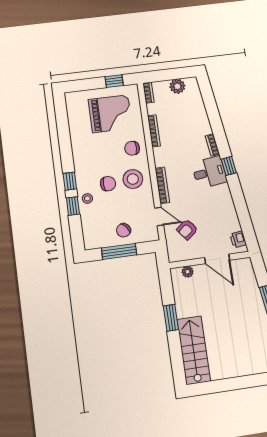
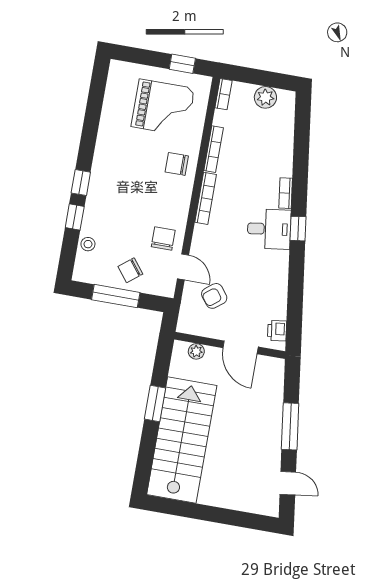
stool: (133, 179) -> (164, 206), removed
chair: (108, 184) -> (163, 238), moved, turned -90
bookcase: (162, 185) -> (206, 198), moved
stool: (87, 198) -> (88, 244), moved
stairs: (194, 350) -> (182, 440), width x1.36, depth x1.51

